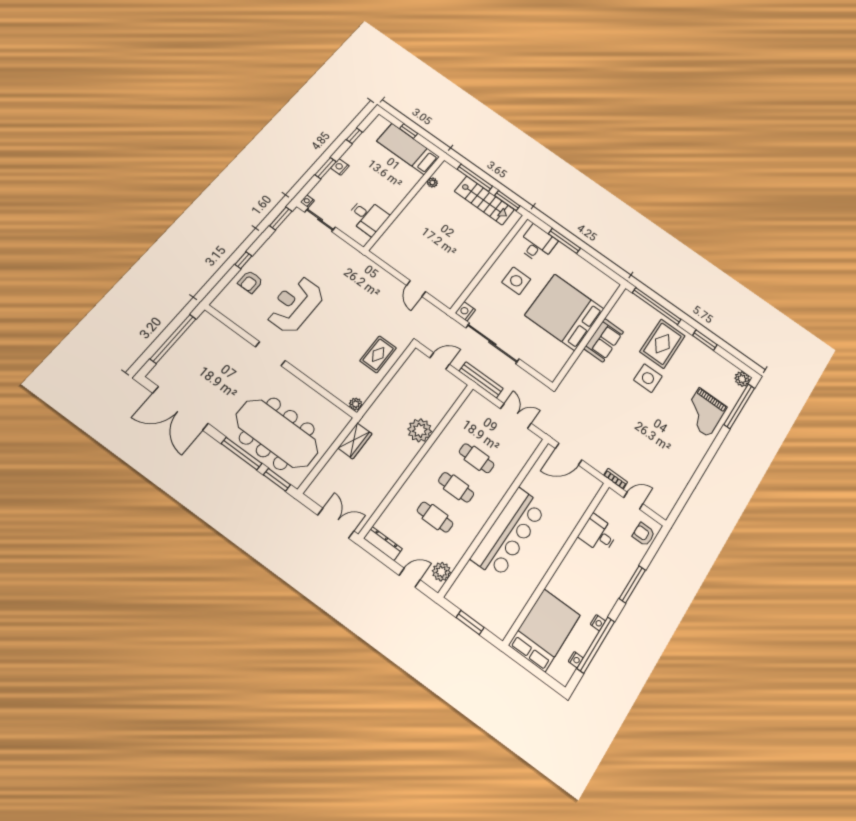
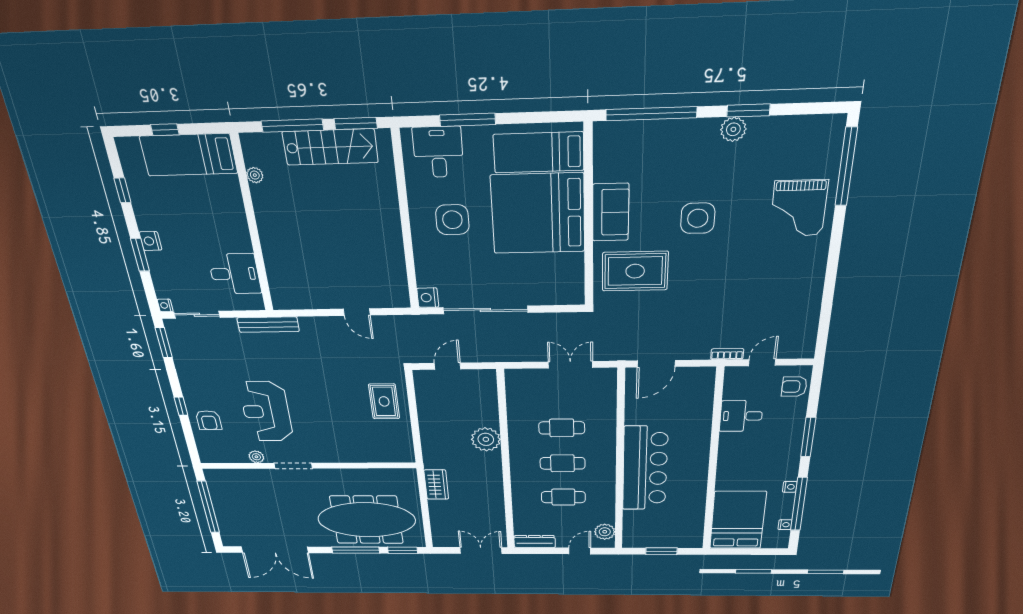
bed: (588, 282) -> (539, 152), added
rug: (662, 344) -> (635, 271), moved, turned 90
plant: (742, 379) -> (733, 129), moved
bench: (481, 380) -> (268, 325), moved
plant: (356, 404) -> (256, 457), moved

